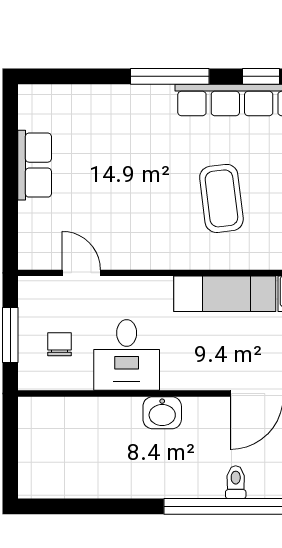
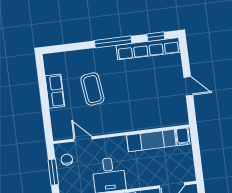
coffee table: (221, 198) -> (92, 89), moved
chair: (59, 344) -> (67, 160), moved

